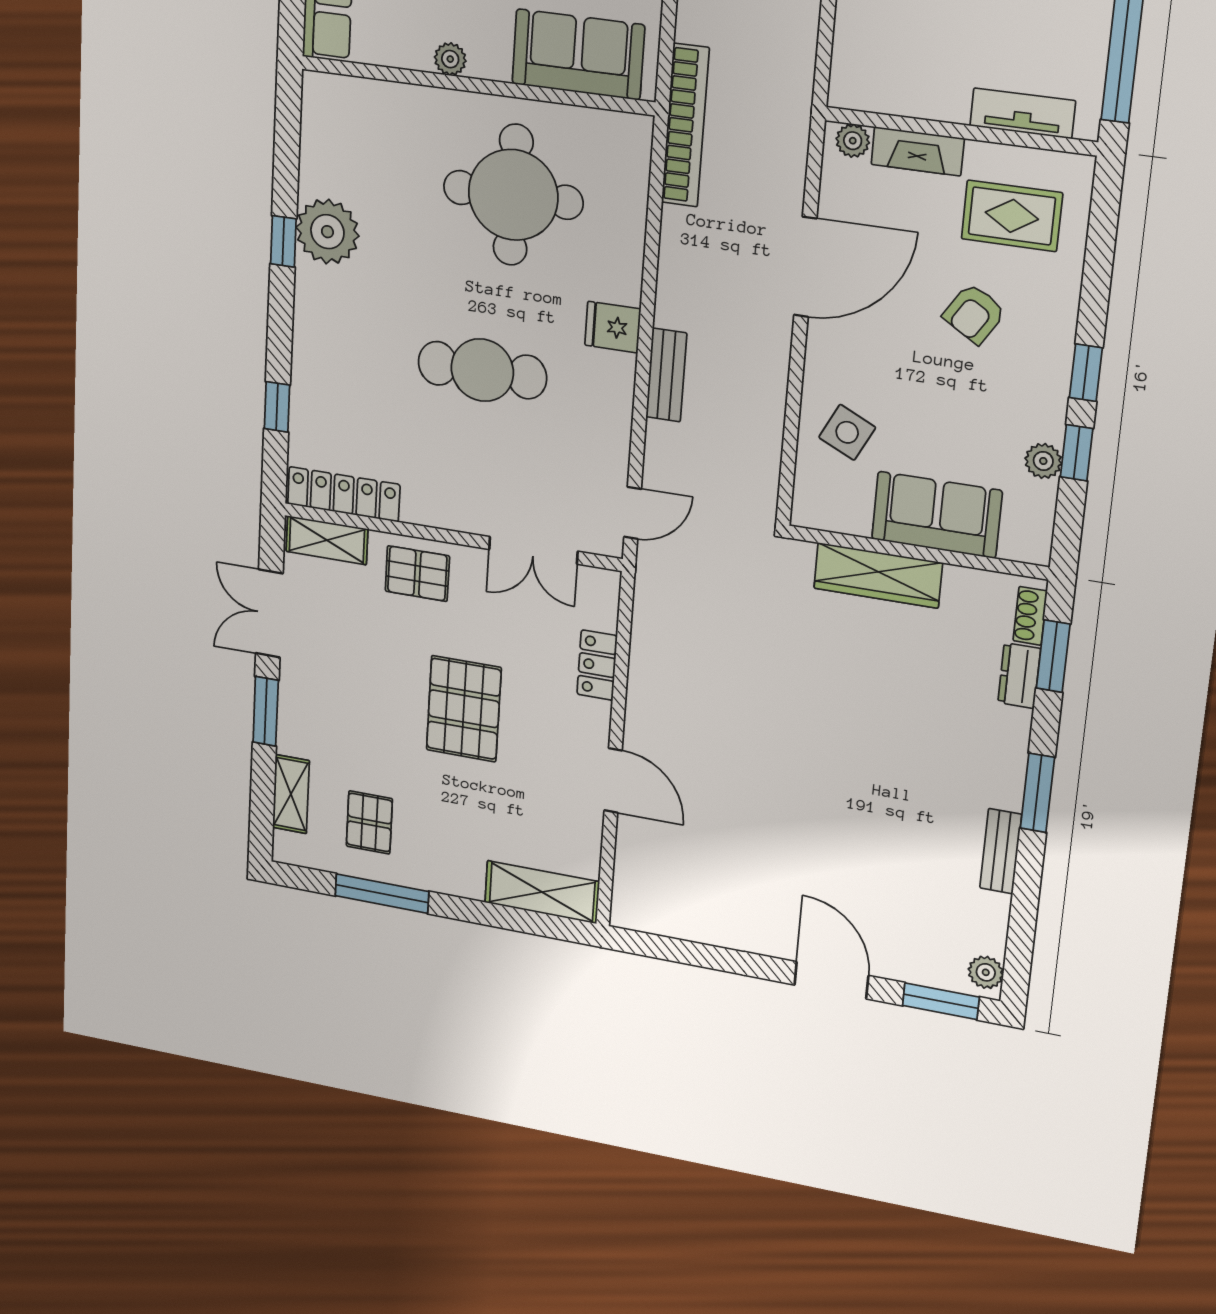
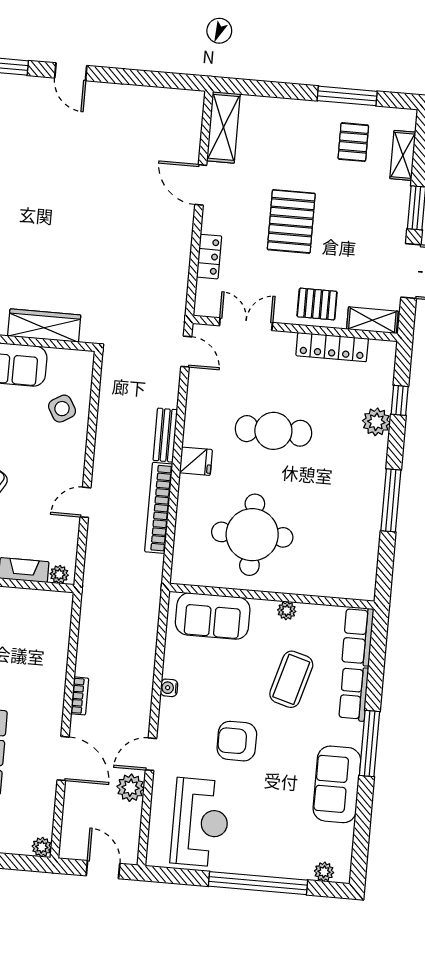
bookcase: (685, 125) -> (159, 508), moved
plant: (327, 232) -> (376, 422), moved, width x0.73, depth x0.73
window: (283, 241) -> (391, 500), width x2.17
door: (805, 267) -> (86, 502), width x0.53
side table: (847, 432) -> (62, 409), turned 33
locker: (344, 494) -> (332, 347), moved
door: (633, 513) -> (186, 352), swing flipped
shelving: (542, 892) -> (223, 127), moved, turned 90
door: (831, 980) -> (71, 72), width x0.73

